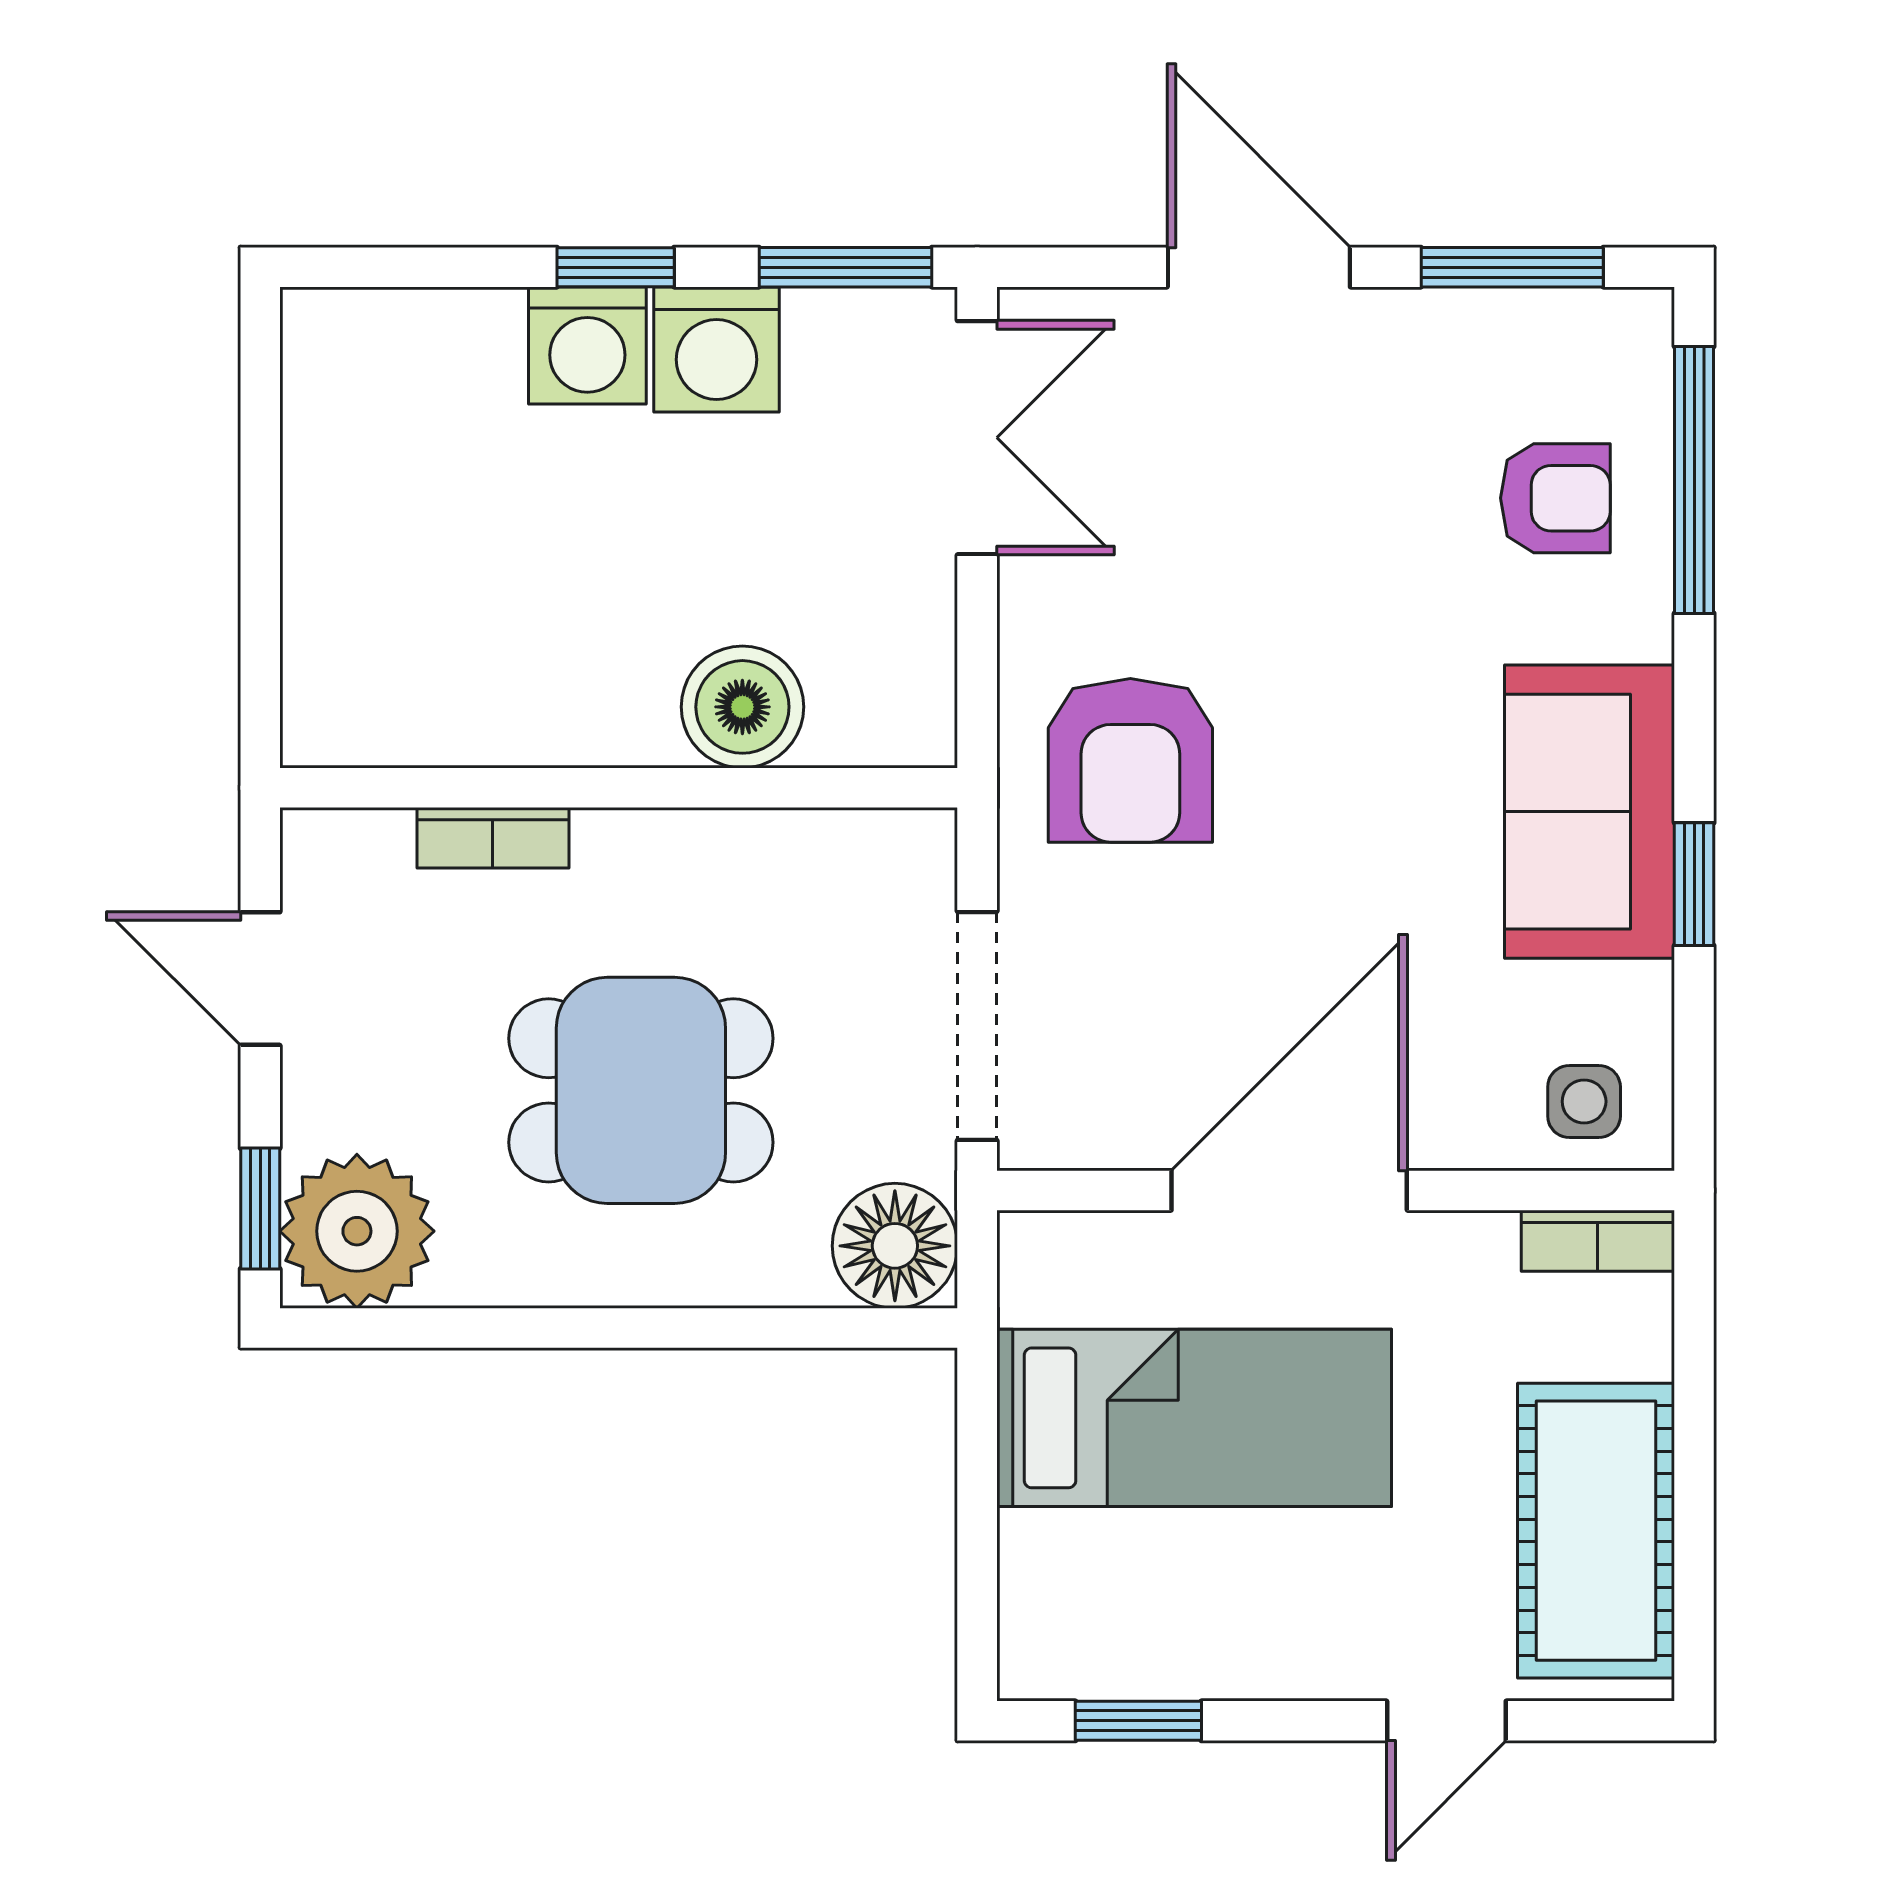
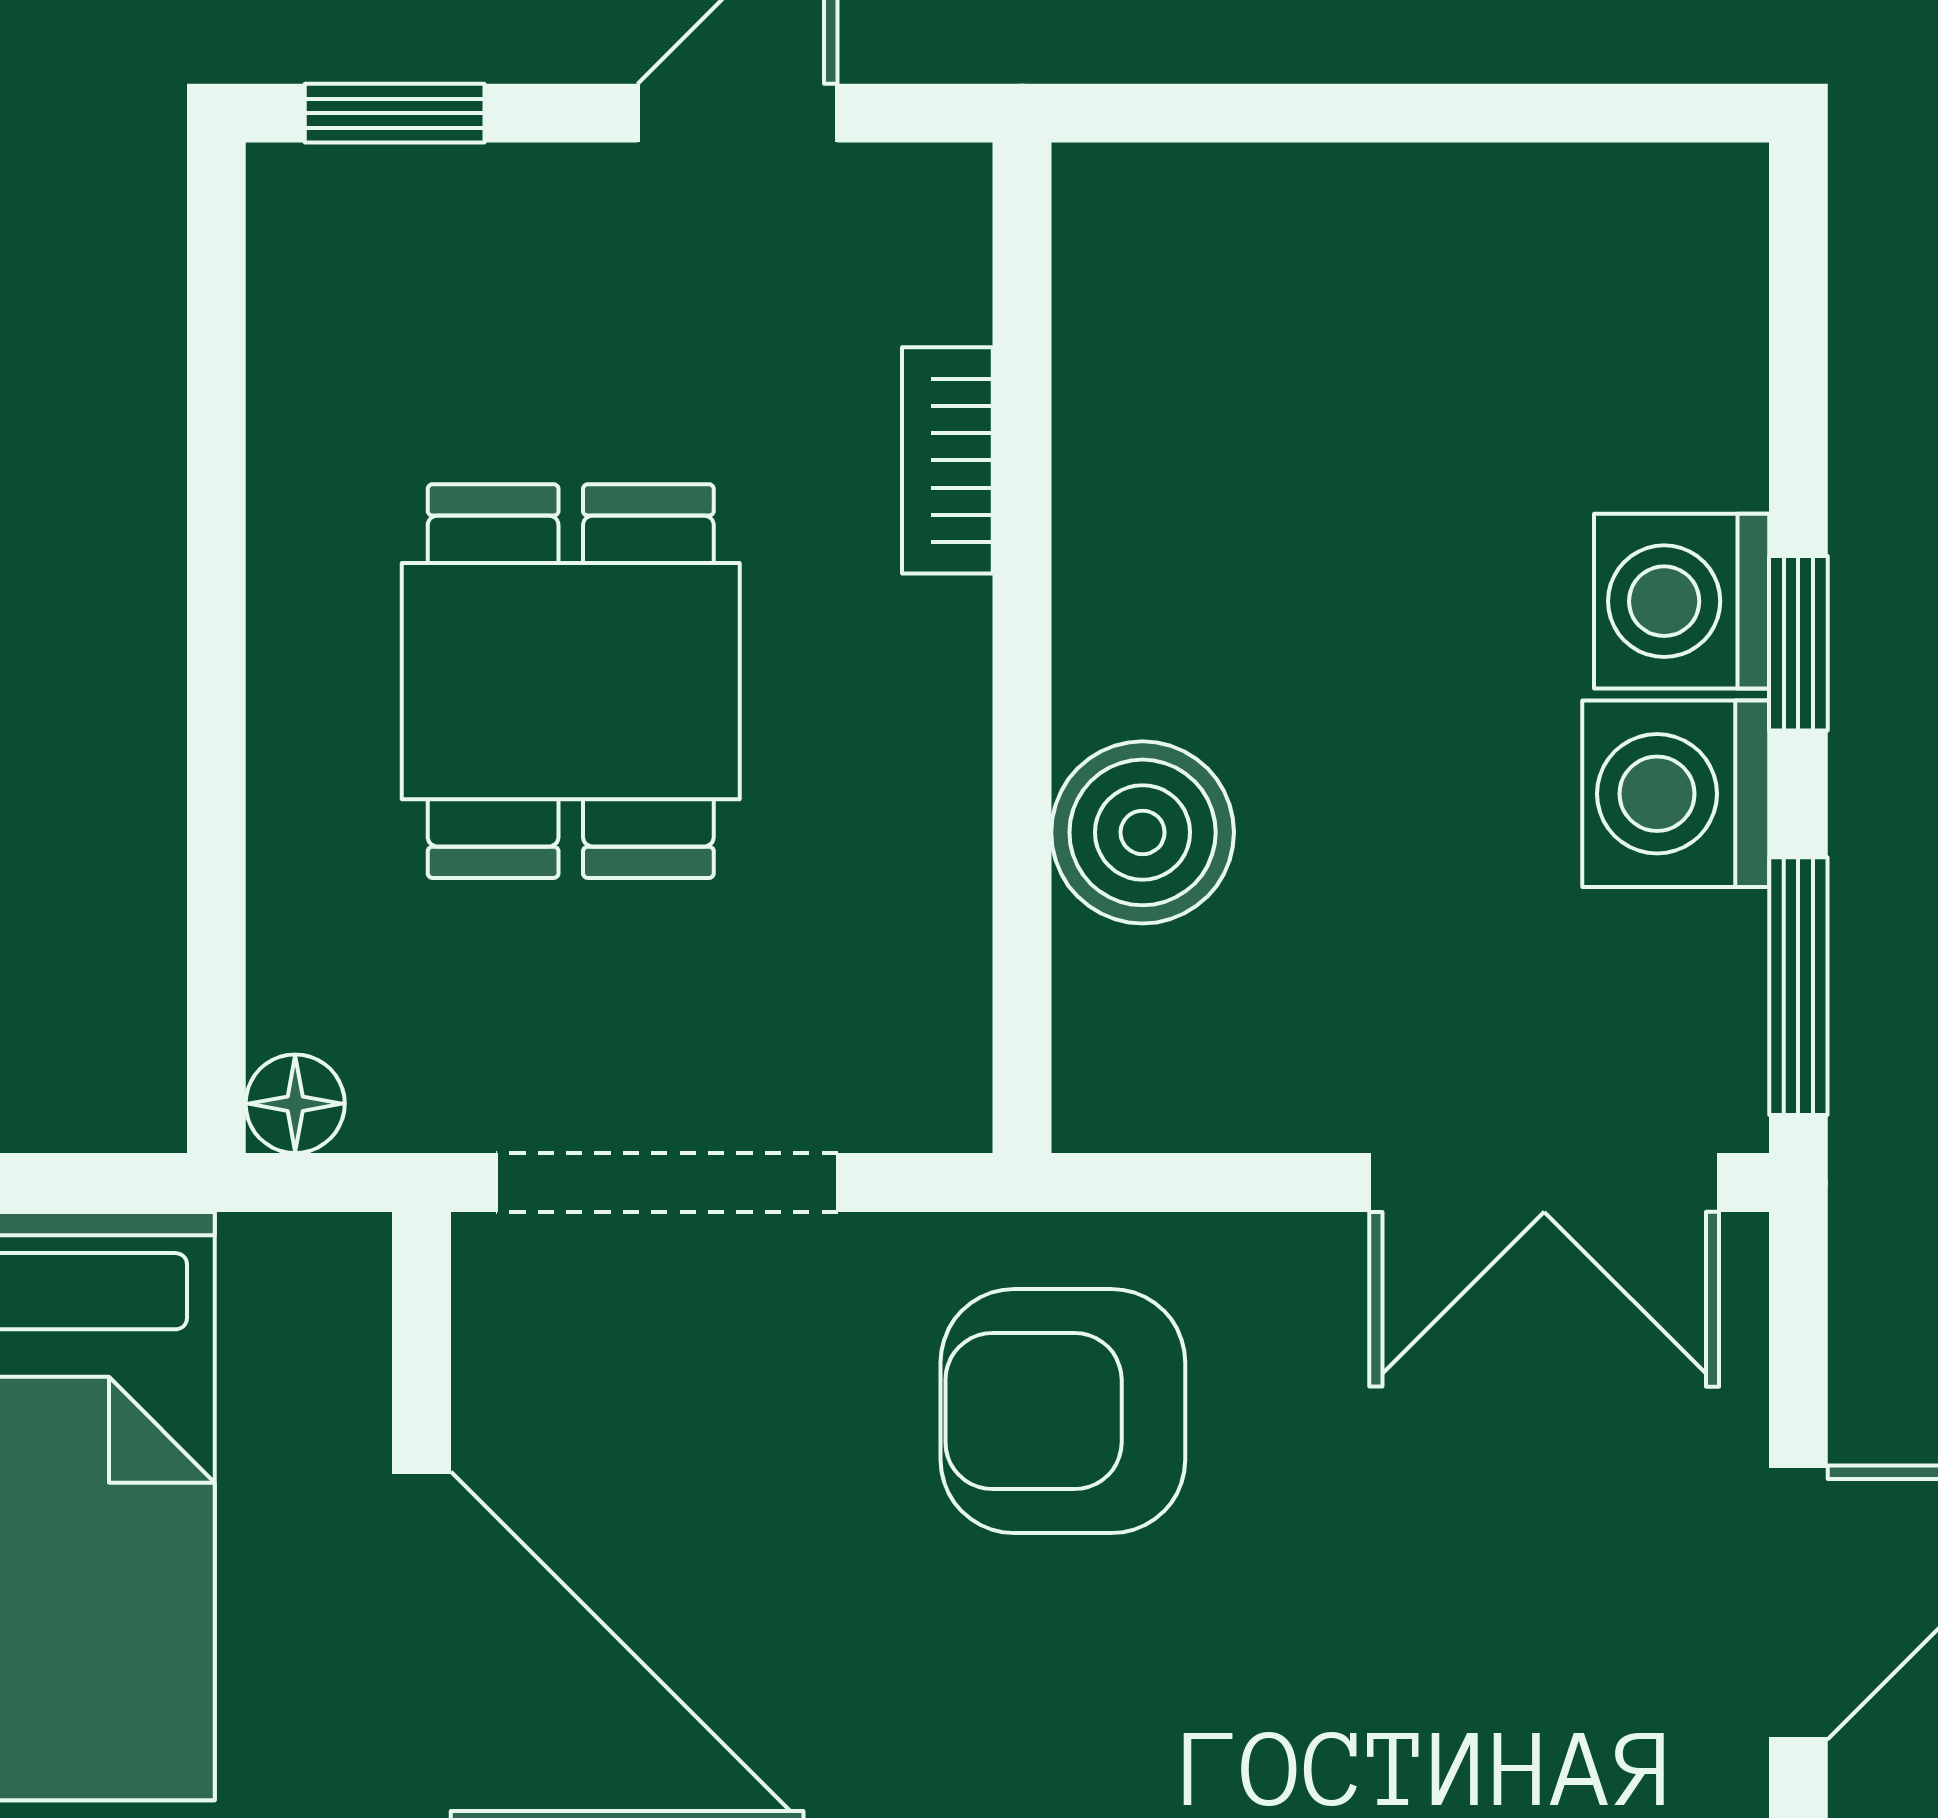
plant: (357, 1231) -> (361, 258), removed
floor lamp: (895, 1246) -> (295, 1104), width x0.53, depth x0.53

